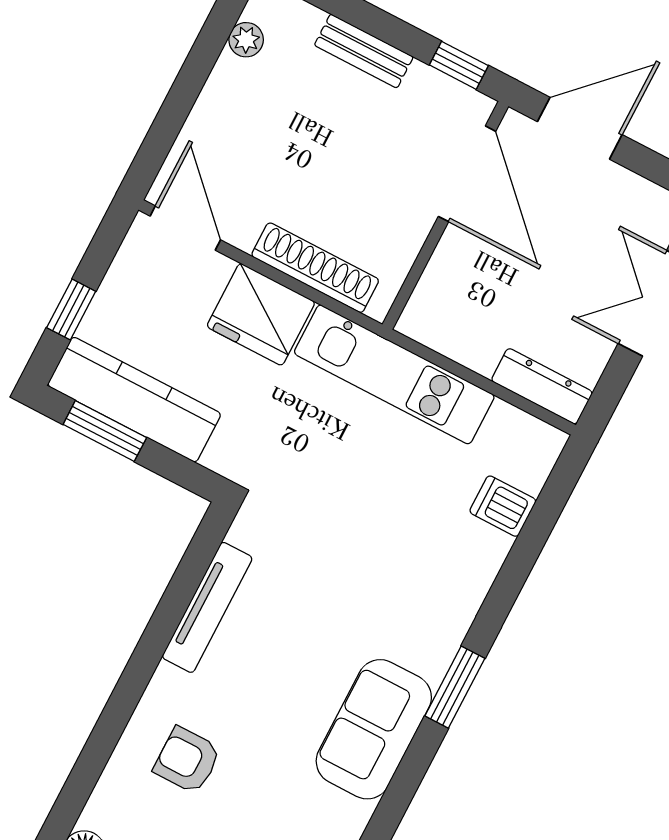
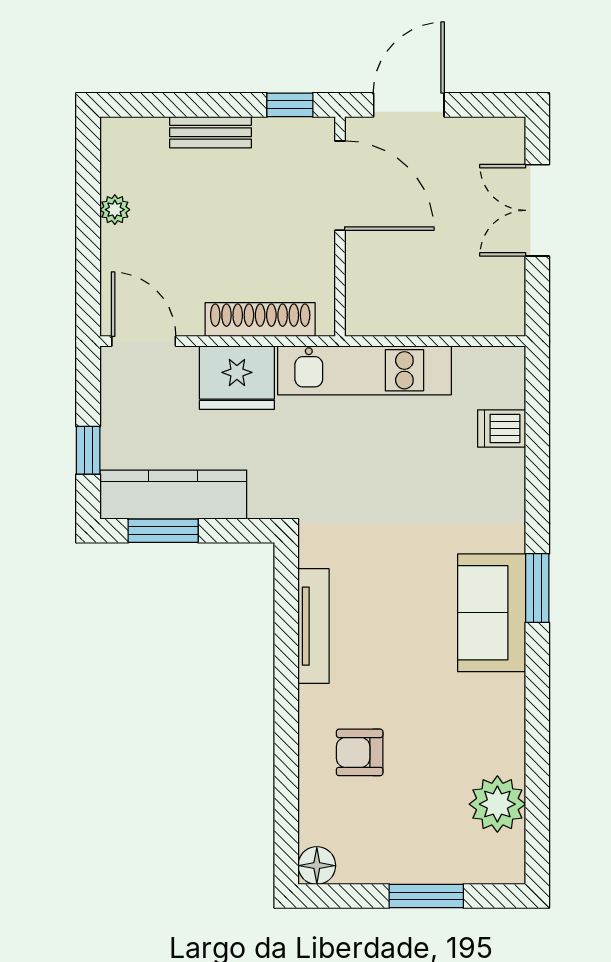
plant: (246, 40) -> (115, 210), moved
dresser: (542, 386) -> (484, 320), removed
sofa: (374, 729) -> (492, 613), moved

